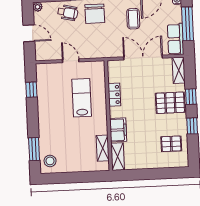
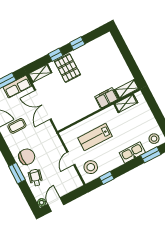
door: (29, 33) -> (56, 204), moved
stool: (51, 78) -> (91, 167), added
locker: (114, 95) -> (81, 113), removed
kitchen sink: (46, 130) -> (132, 153), added
pallet: (171, 144) -> (98, 53), removed

